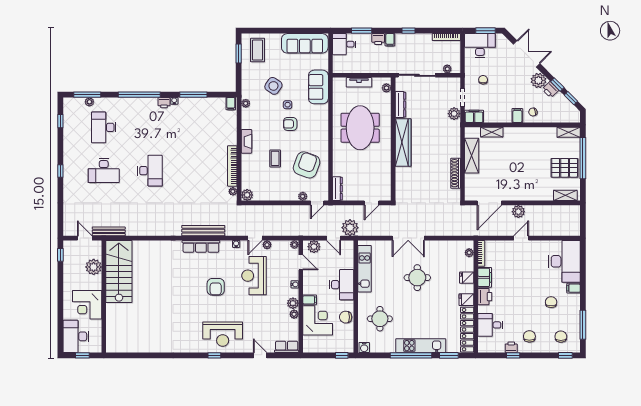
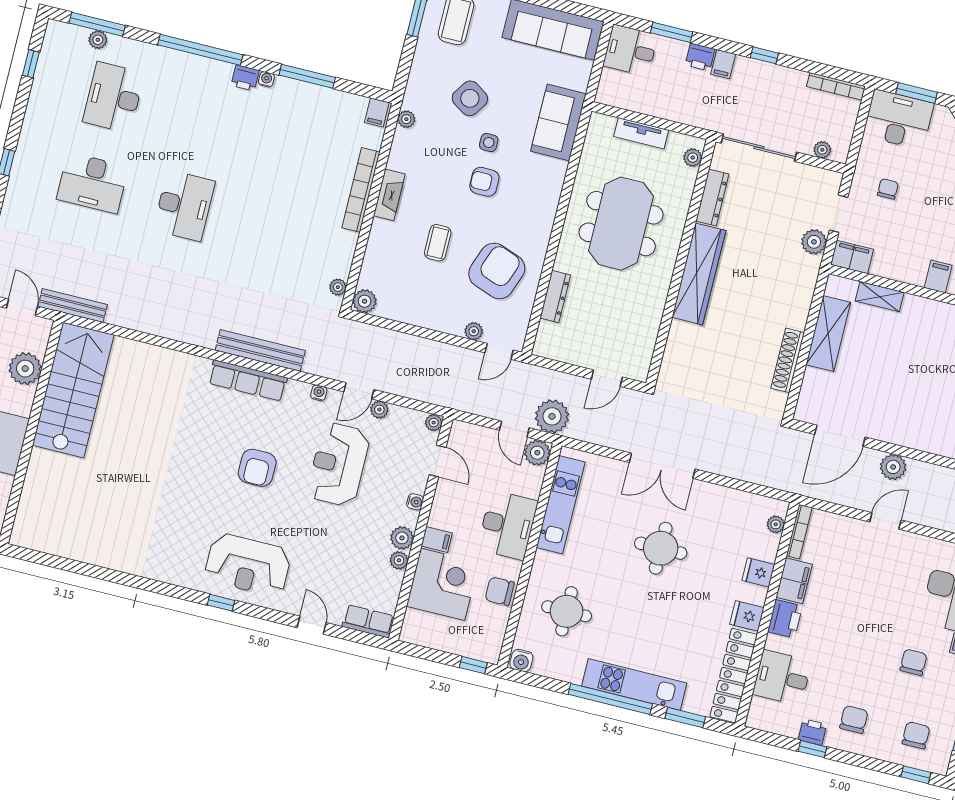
bookcase: (232, 166) -> (361, 190), moved
dresser: (337, 189) -> (555, 297), moved
plant: (314, 247) -> (537, 453), moved

